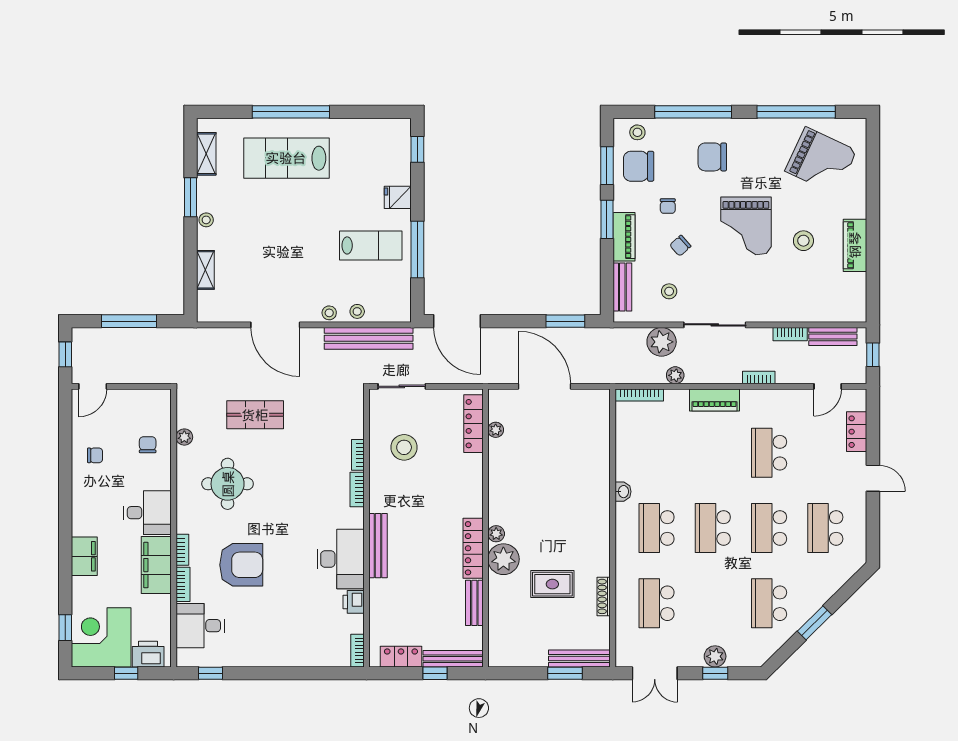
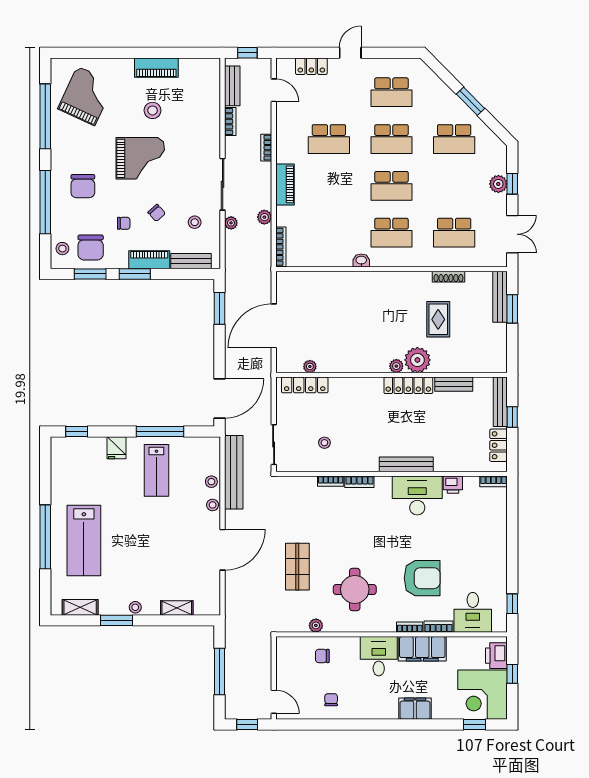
lab bench: (371, 245) -> (156, 470), turned 180
plant: (662, 342) -> (231, 223), width x0.53, depth x0.53
stool: (404, 447) -> (324, 443), width x0.53, depth x0.53
armchair: (241, 565) -> (422, 578), turned 90

